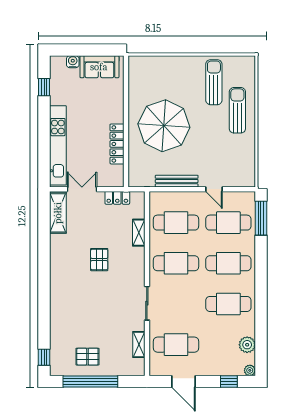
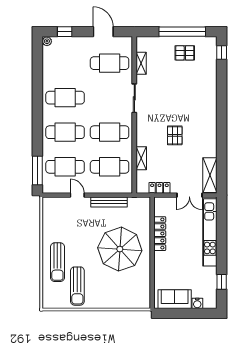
plant: (247, 345) -> (49, 63), removed

